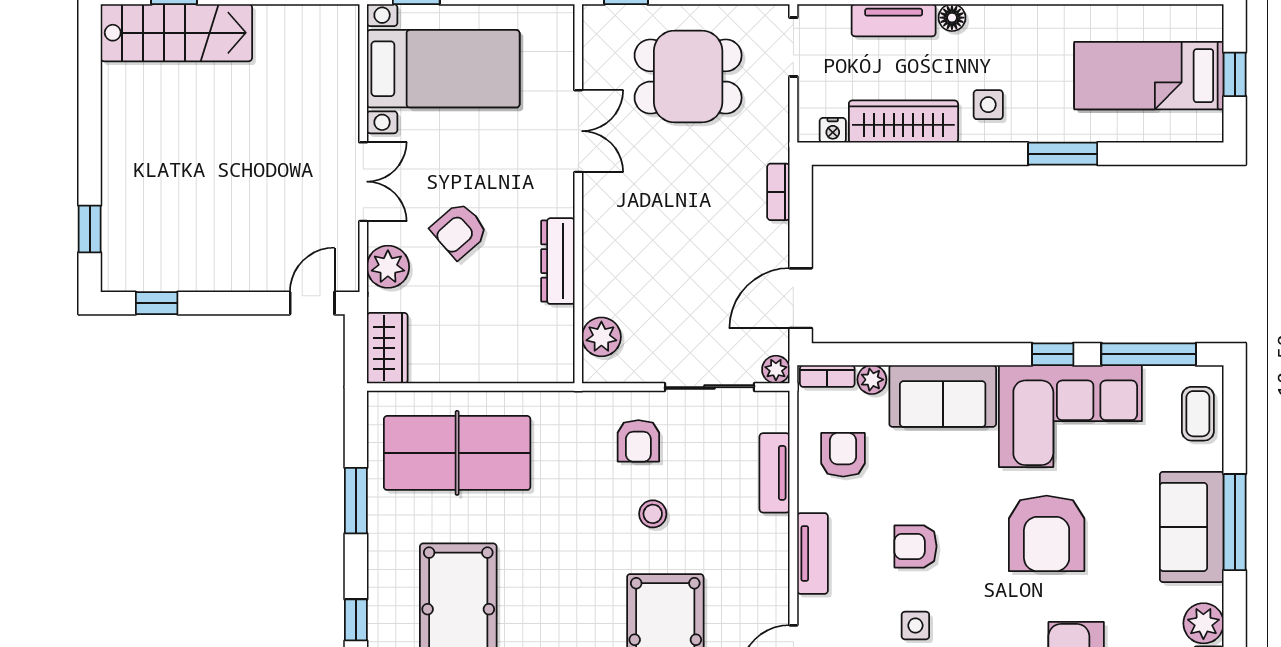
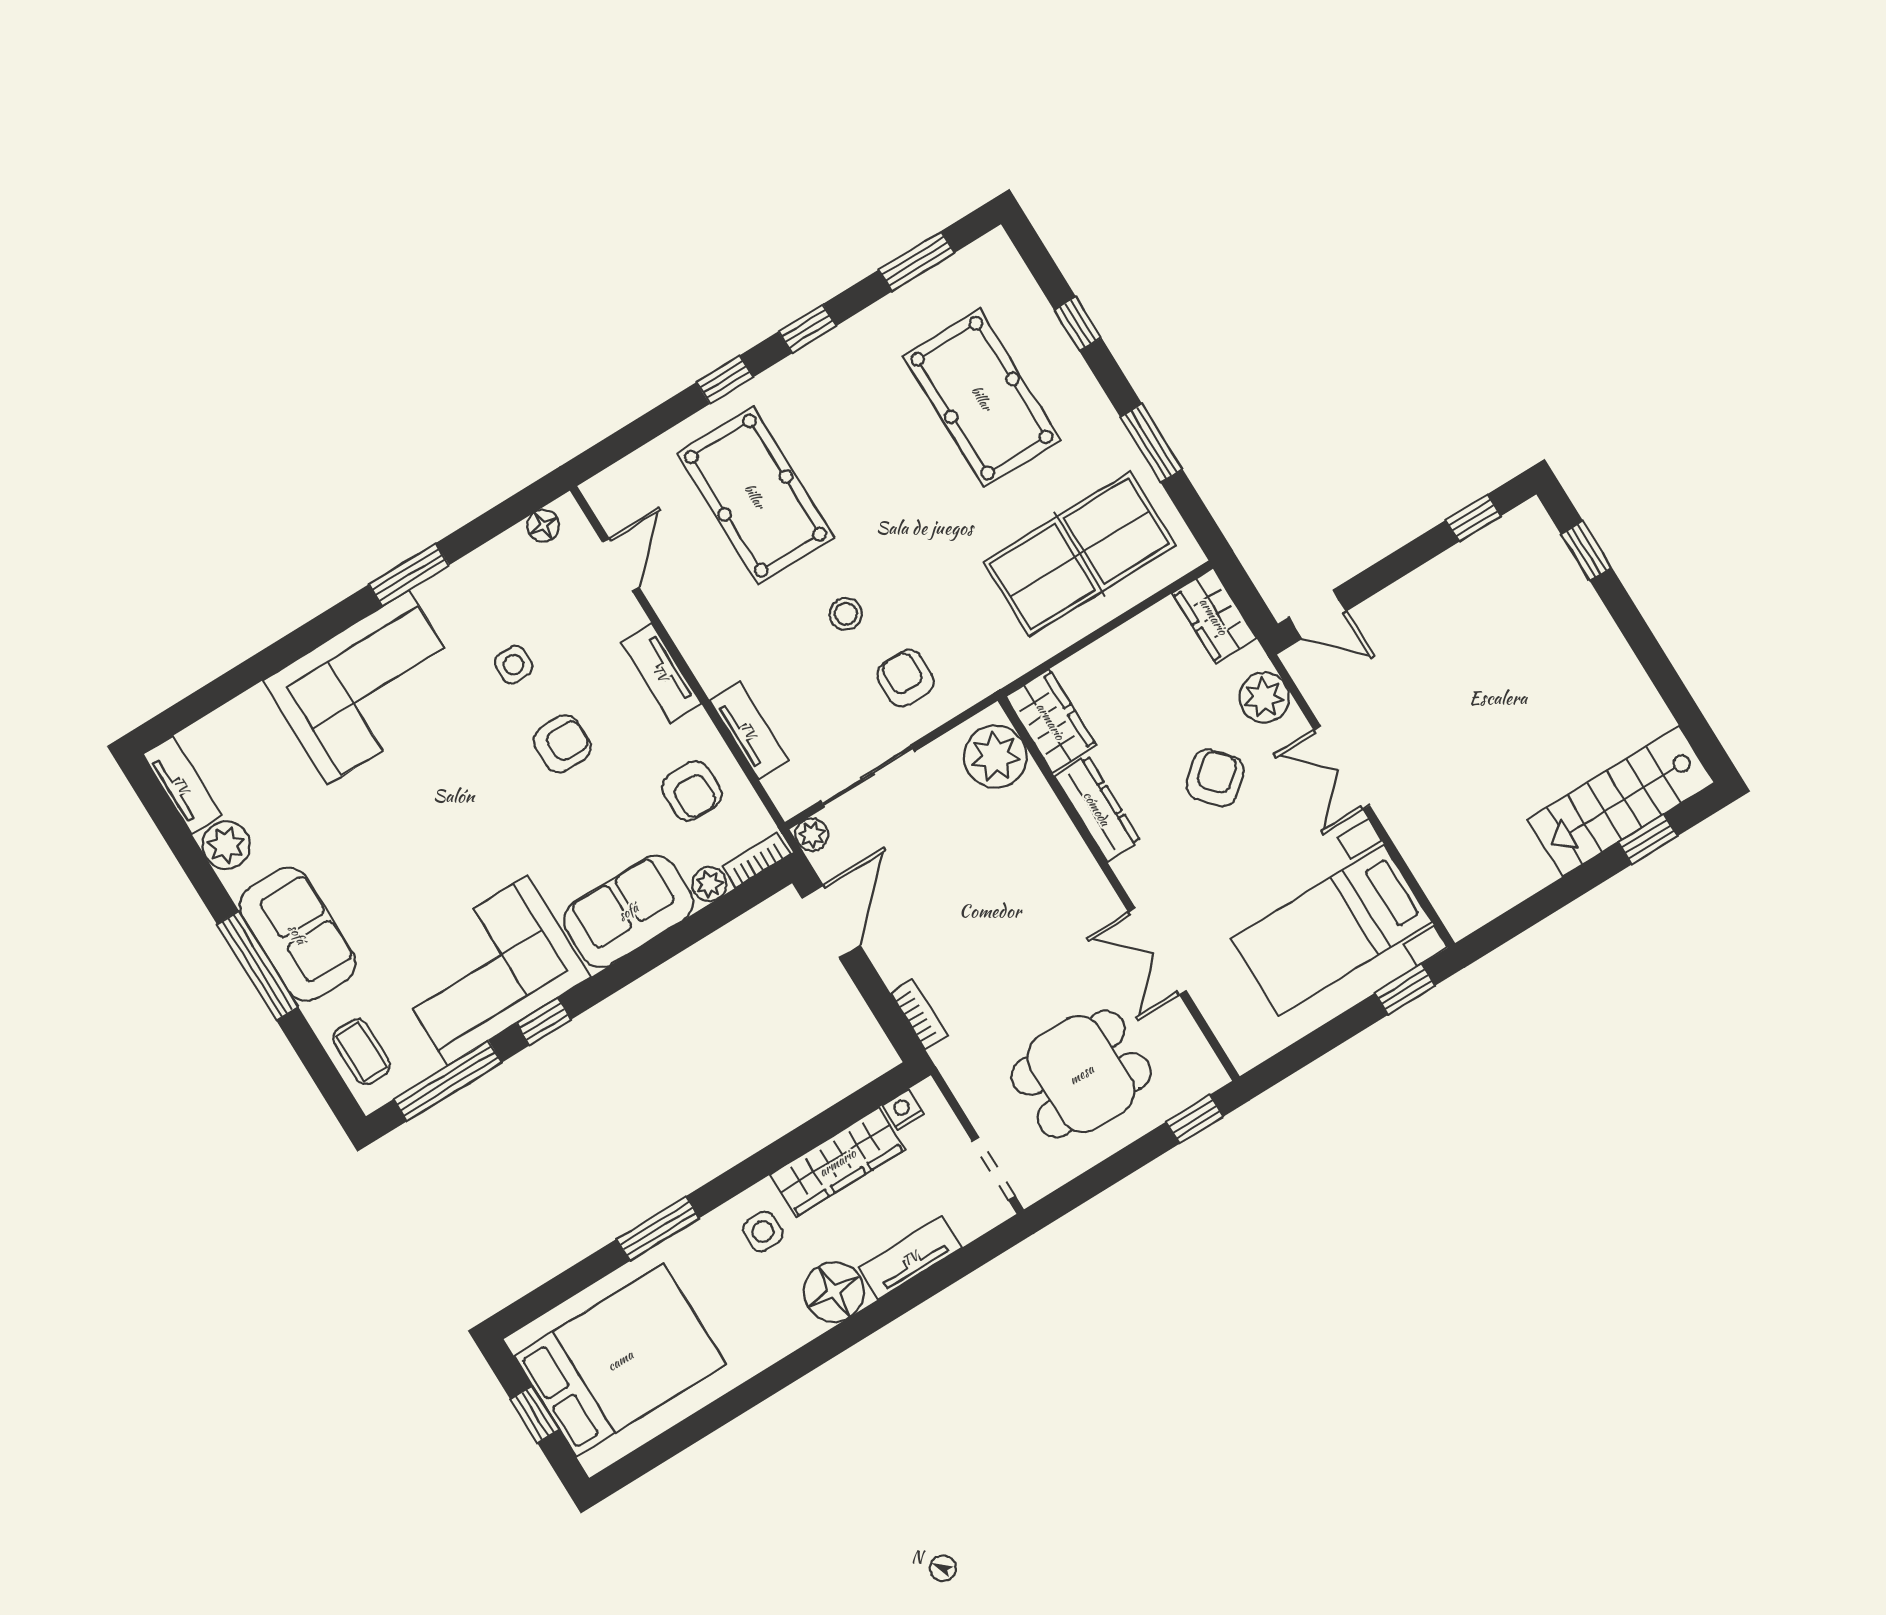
floor lamp: (952, 18) -> (834, 1292), width x1.89, depth x1.89
bed: (1149, 76) -> (620, 1360), width x1.50
door: (312, 303) -> (1318, 614), hinge flipped
plant: (601, 337) -> (995, 757), width x1.36, depth x1.36
wardrobe: (552, 345) -> (1051, 721), added
armchair: (1047, 533) -> (439, 838), removed

